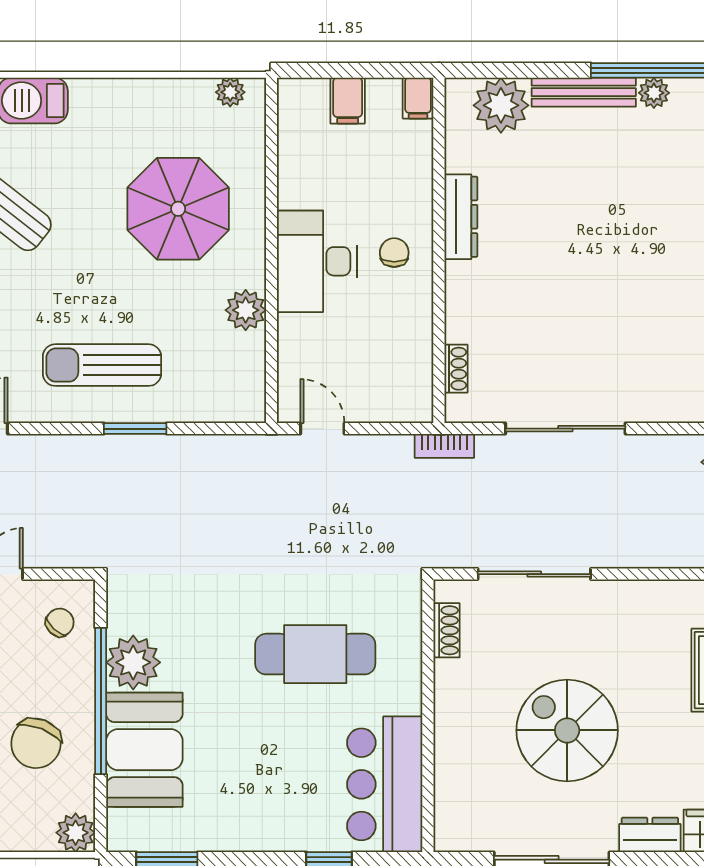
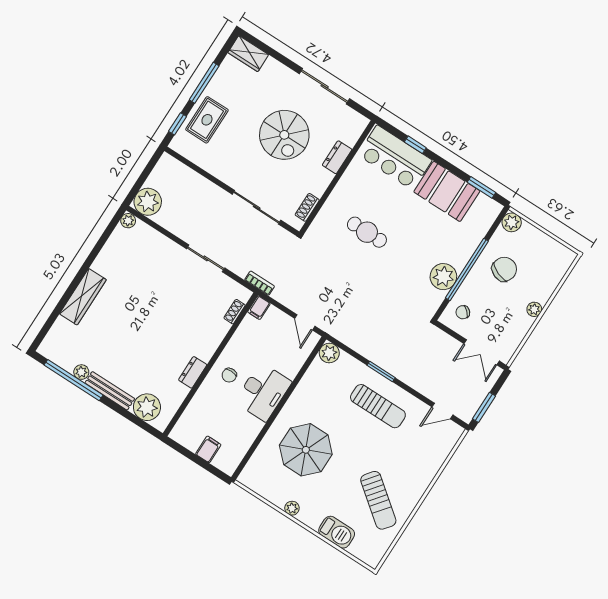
plant: (230, 92) -> (292, 508), moved
filing cabinet: (418, 98) -> (259, 308), moved, turned 180
dresser: (461, 217) -> (193, 372), width x0.70
plant: (246, 310) -> (329, 353), moved
sliding door: (565, 429) -> (206, 258), width x0.73
cafe table: (315, 654) -> (367, 232), width x0.73, depth x0.74
booth: (144, 750) -> (447, 191), moved, turned 90
bar counter: (385, 784) -> (395, 158), moved, turned 90
dresser: (650, 835) -> (337, 157), moved, turned 90

